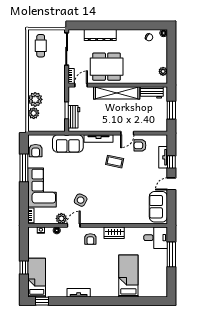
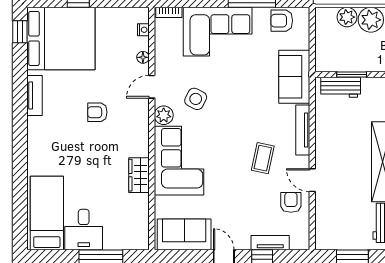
corner sofa: (116, 210) -> (179, 161), added
plant: (61, 218) -> (164, 115), moved
door: (74, 225) -> (152, 87), swing flipped
wardrobe: (114, 233) -> (139, 175), moved
desk: (156, 238) -> (84, 230), moved
armchair: (90, 239) -> (97, 112), moved
bed: (128, 276) -> (47, 213), moved, turned -90
bed: (37, 278) -> (61, 38), width x2.04

